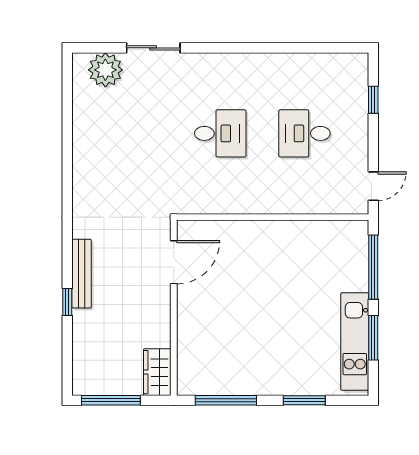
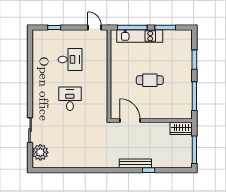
desk: (305, 133) -> (70, 59), turned -90
cafe table: (260, 305) -> (150, 80), added
kitchen unit: (355, 342) -> (140, 36), moved

